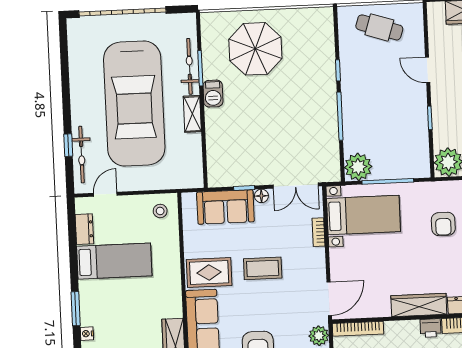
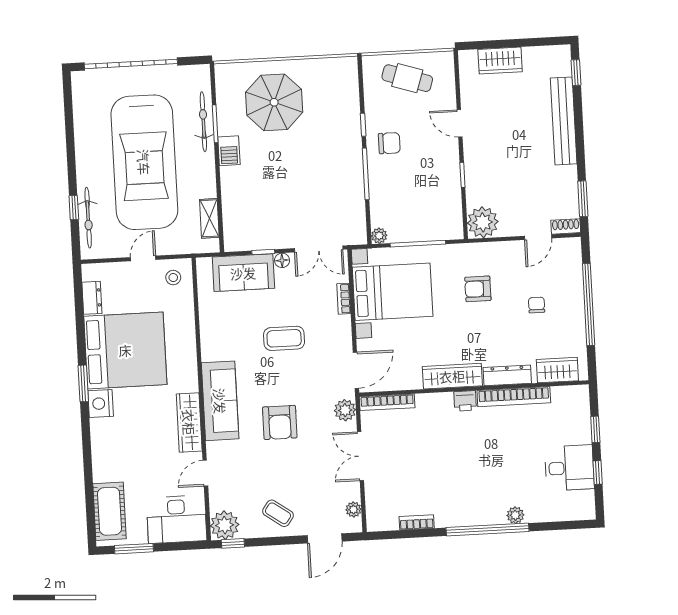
chair: (362, 88) -> (389, 143), added
shelving: (192, 114) -> (209, 218), moved
plant: (358, 167) -> (379, 236), width x0.53, depth x0.53
door: (105, 194) -> (143, 258), moved
bed with nightstands: (363, 215) -> (393, 292), width x1.36
armchair: (443, 224) -> (478, 289), turned 90
bed: (114, 261) -> (125, 350), width x2.04
rug: (209, 272) -> (226, 343), removed
nightstand: (87, 334) -> (101, 403), width x1.89, depth x1.79

